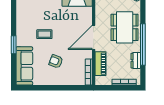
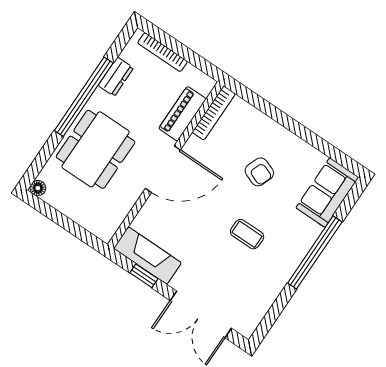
window: (14, 45) -> (315, 252), width x2.11
sofa: (24, 66) -> (327, 193), width x0.73

